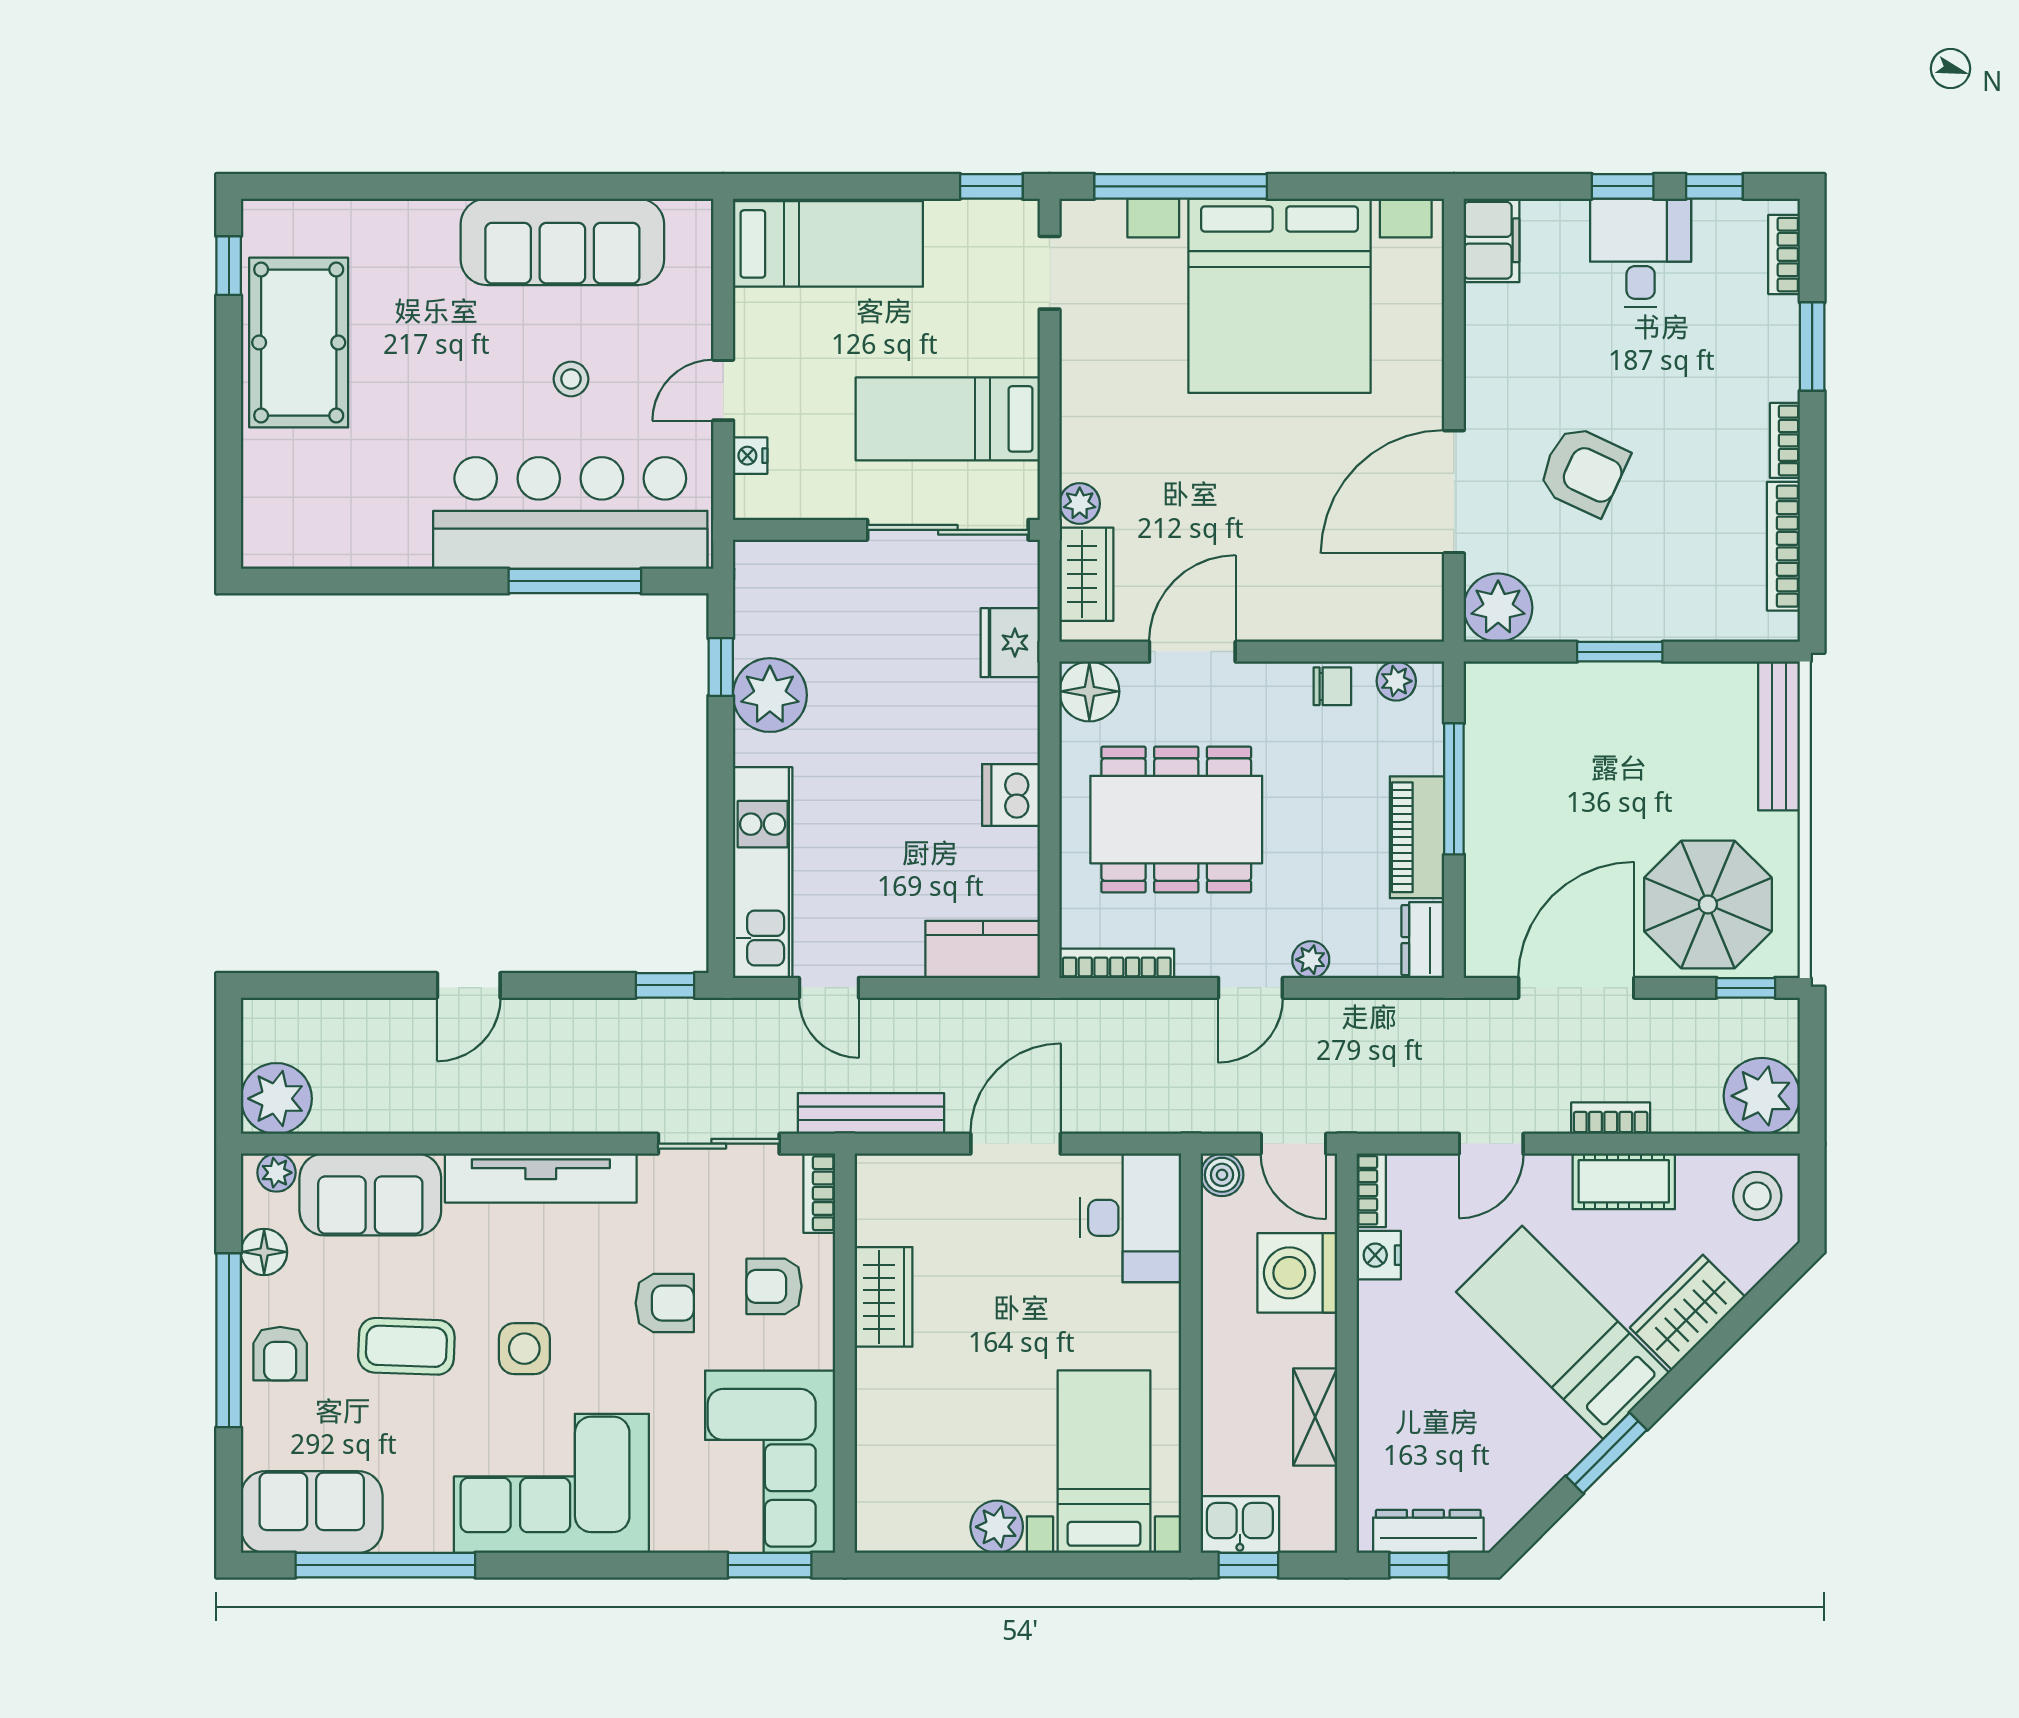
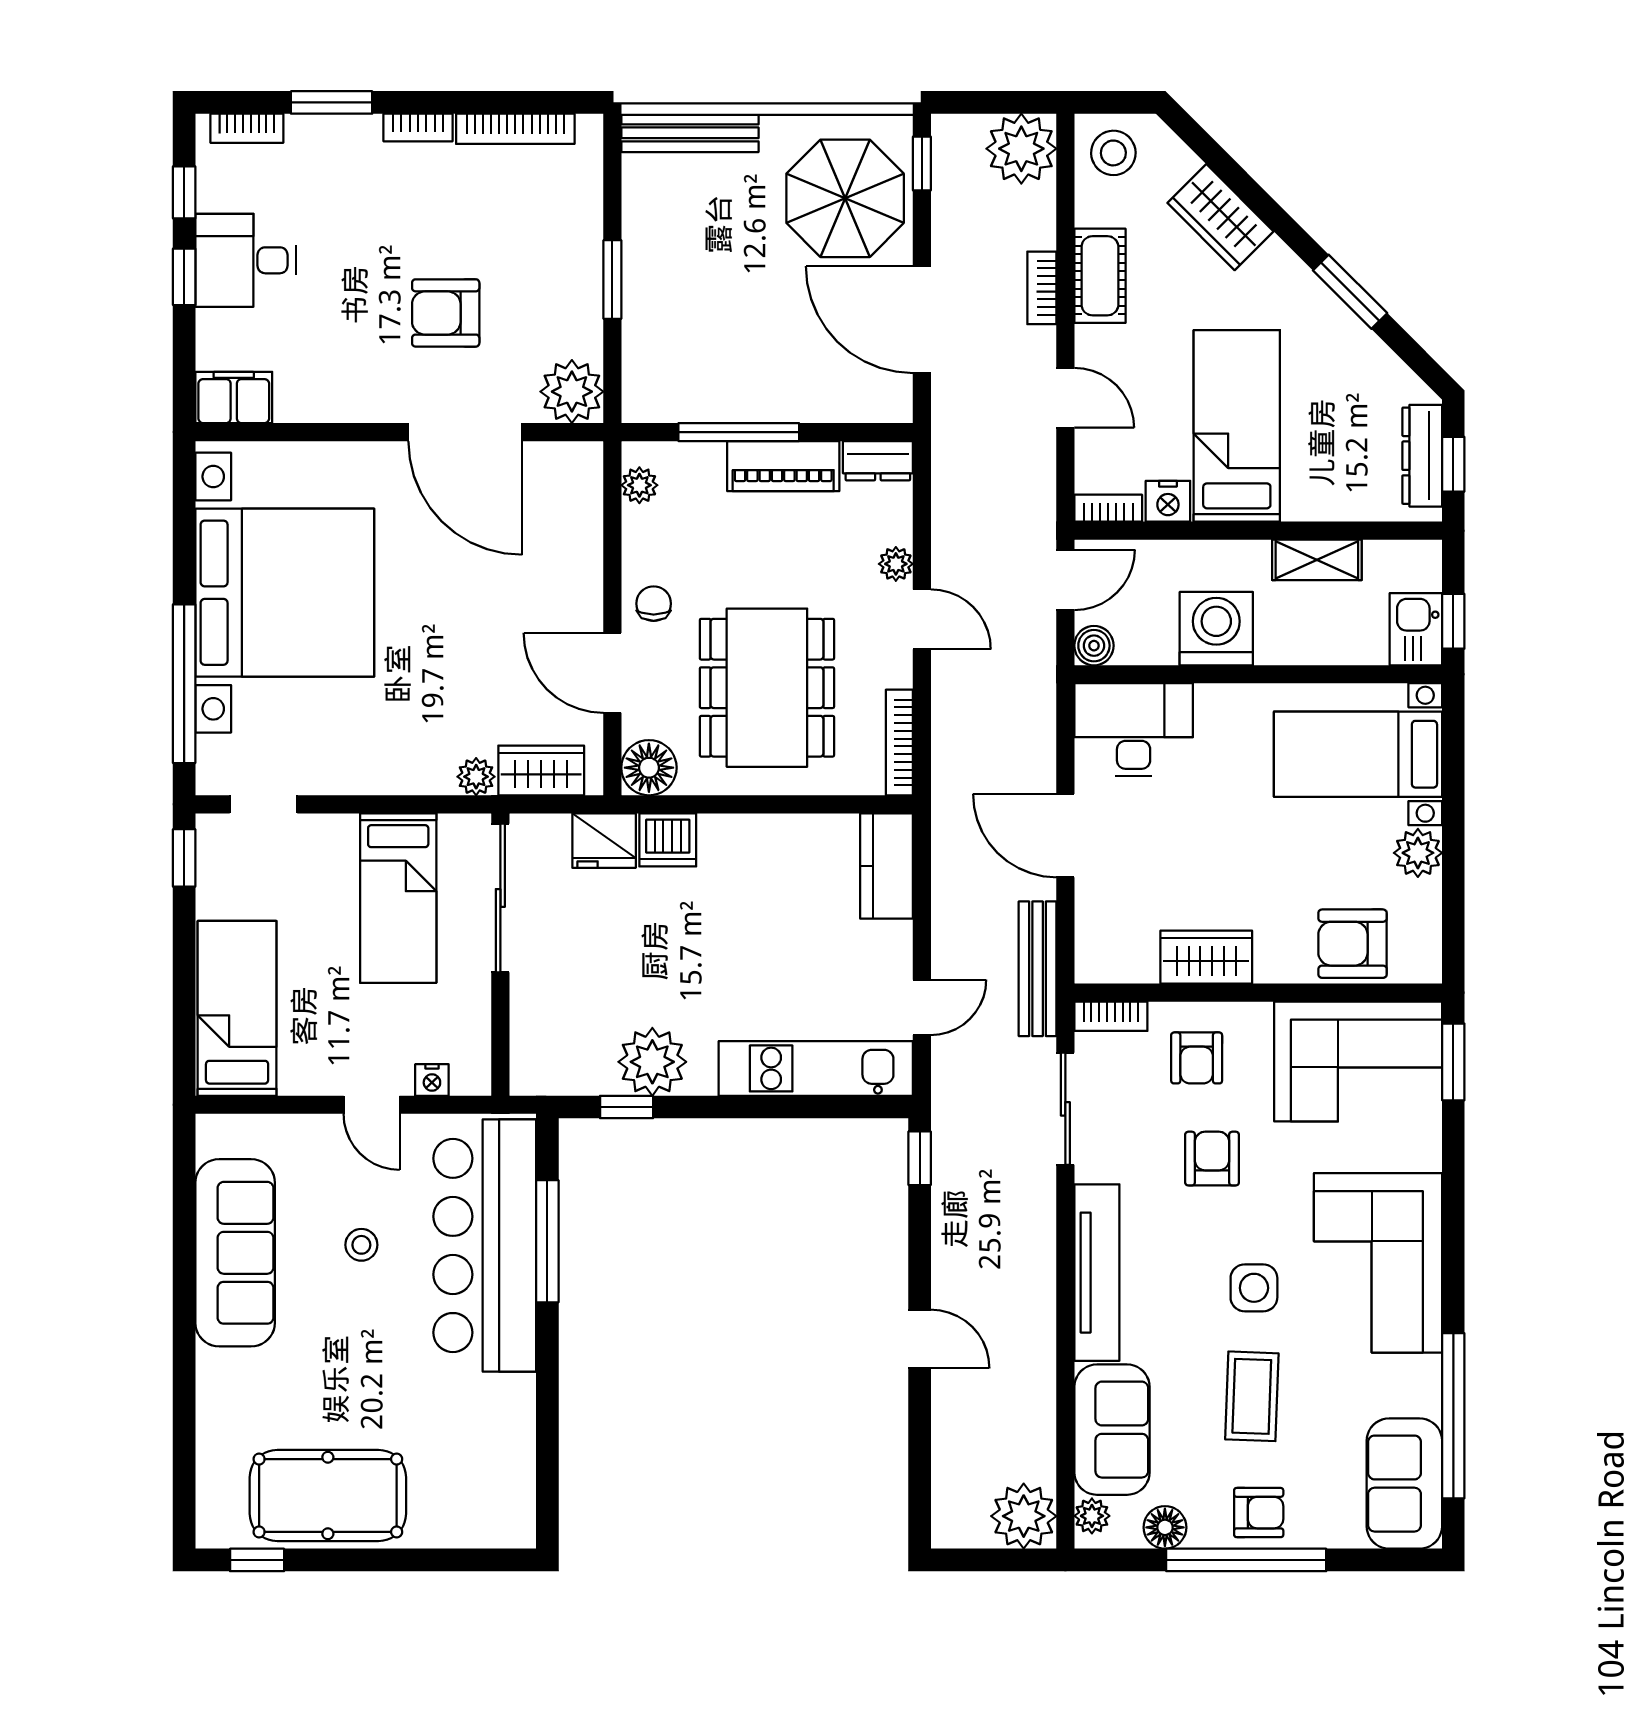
armchair: (1583, 471) -> (446, 313), turned -115
chair: (1332, 686) -> (654, 604), moved
dishwasher: (1011, 795) -> (668, 840), moved
washing machine: (1297, 1273) -> (1216, 629), moved, turned 180
bed: (1563, 1332) -> (1237, 426), moved, turned 135
armchair: (898, 1456) -> (1353, 944), added

